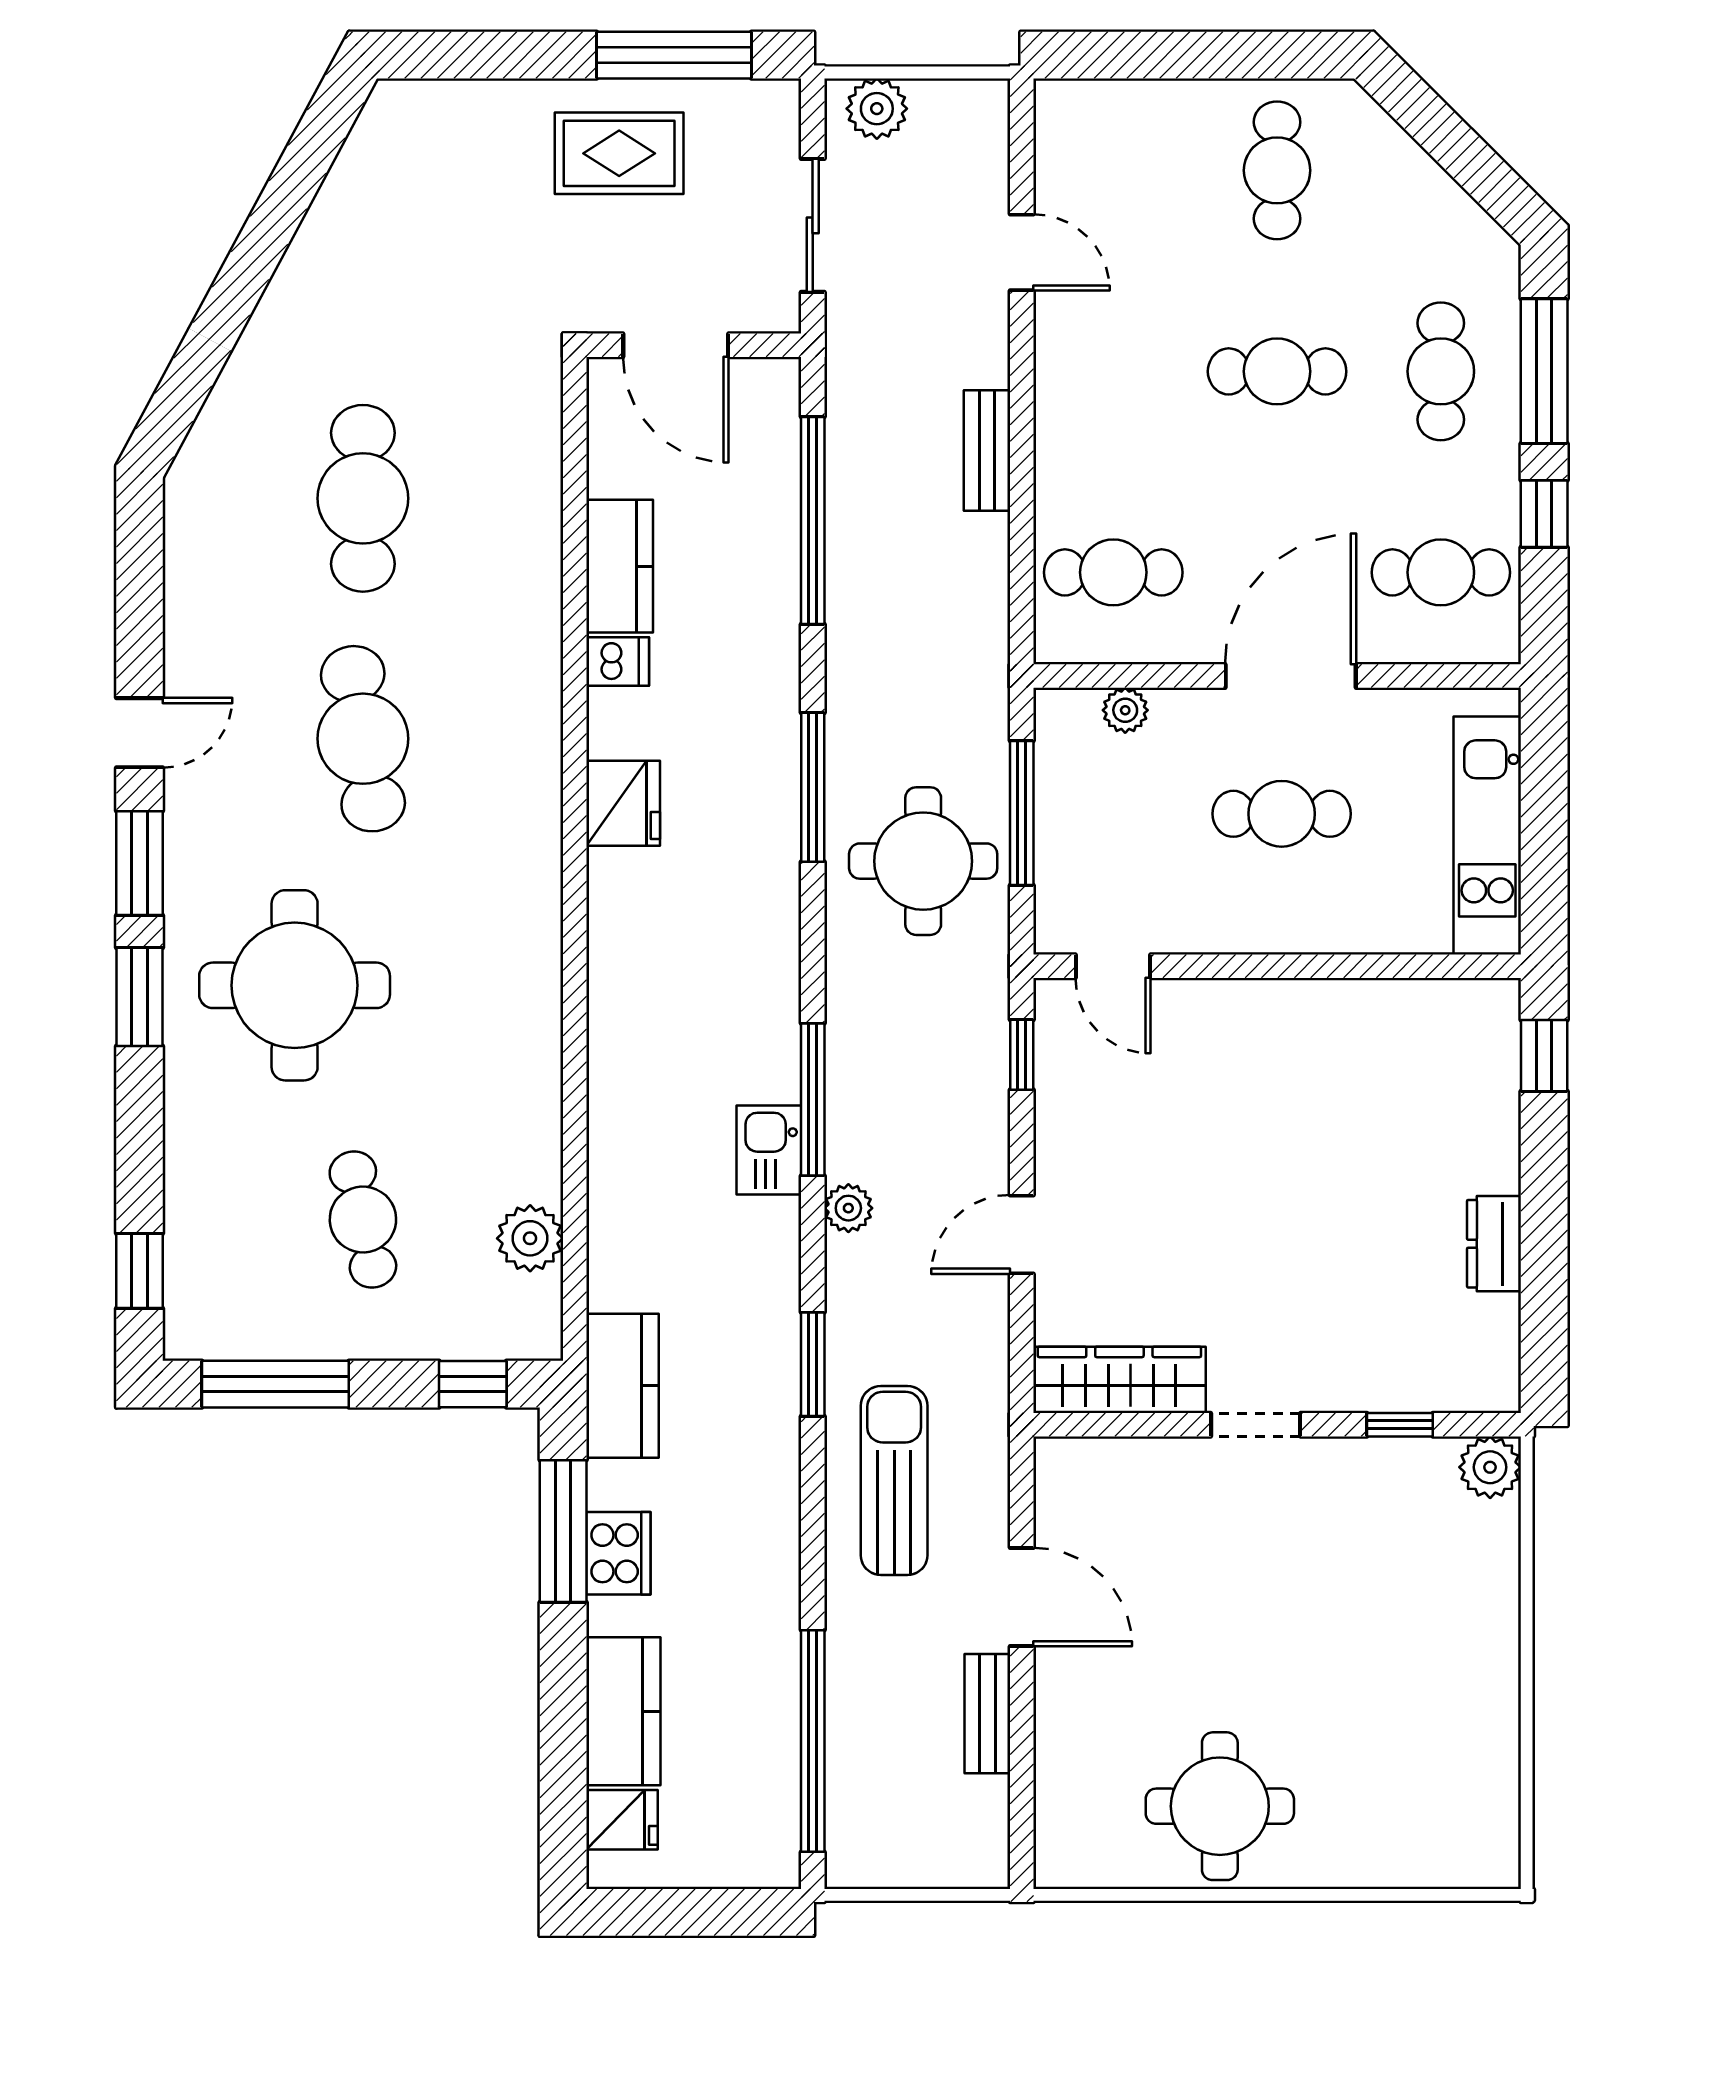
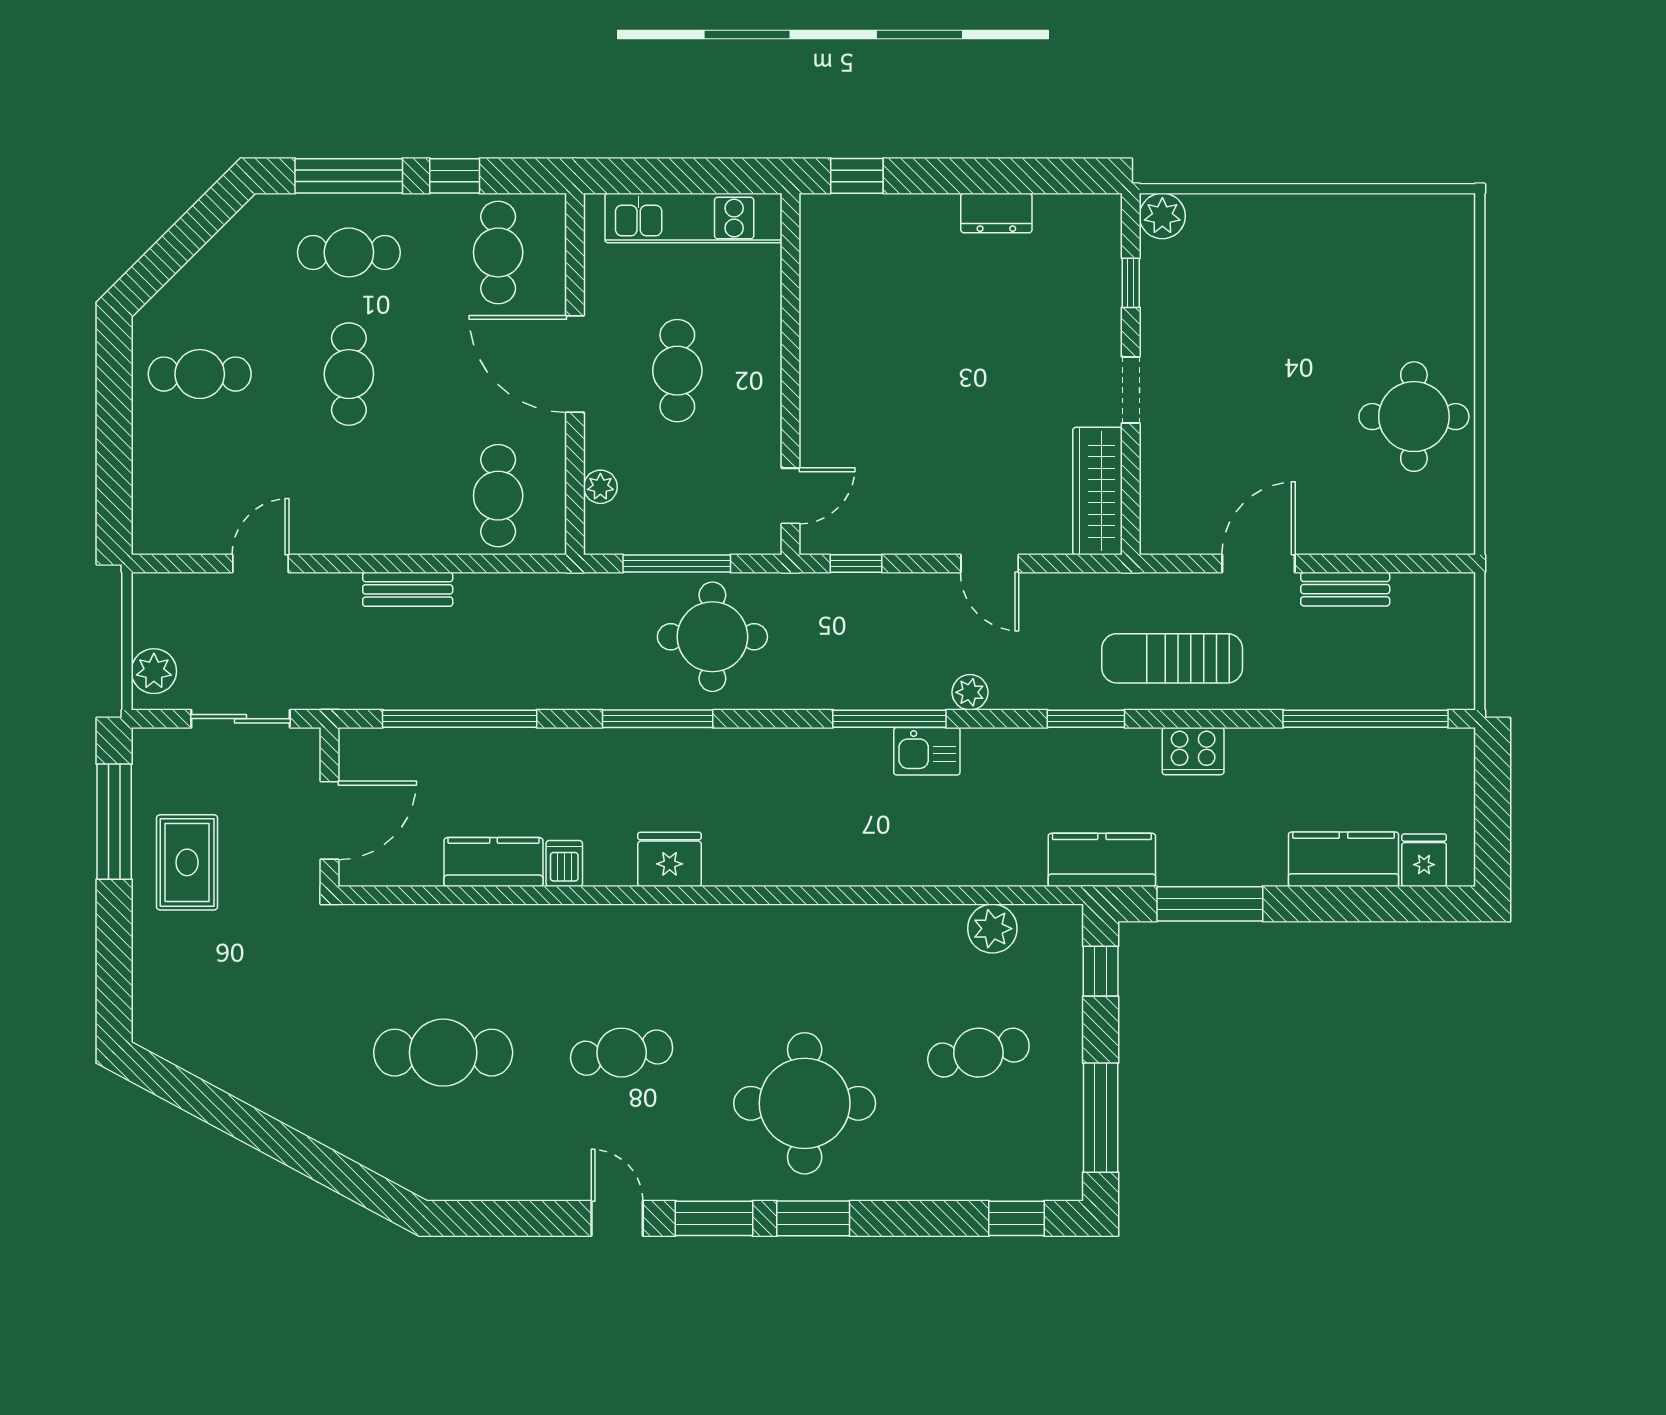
cafe table: (363, 739) -> (622, 1053), width x0.73, depth x0.74
cooker: (618, 1553) -> (1193, 751), moved, turned 180

